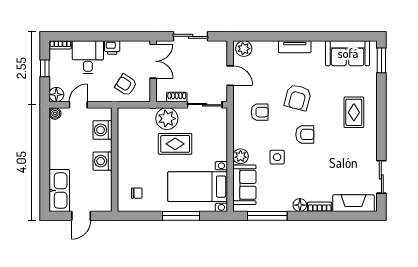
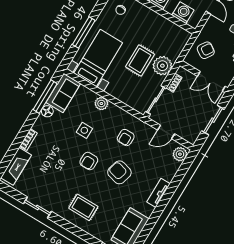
sliding door: (381, 177) -> (37, 208), moved
sofa: (244, 185) -> (63, 93), moved, turned -90
floor lamp: (300, 205) -> (47, 111), moved

